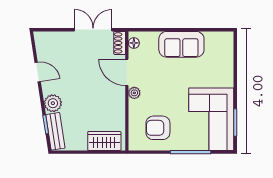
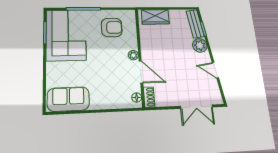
double door: (93, 30) -> (196, 107), moved
sofa: (181, 44) -> (68, 99), moved

